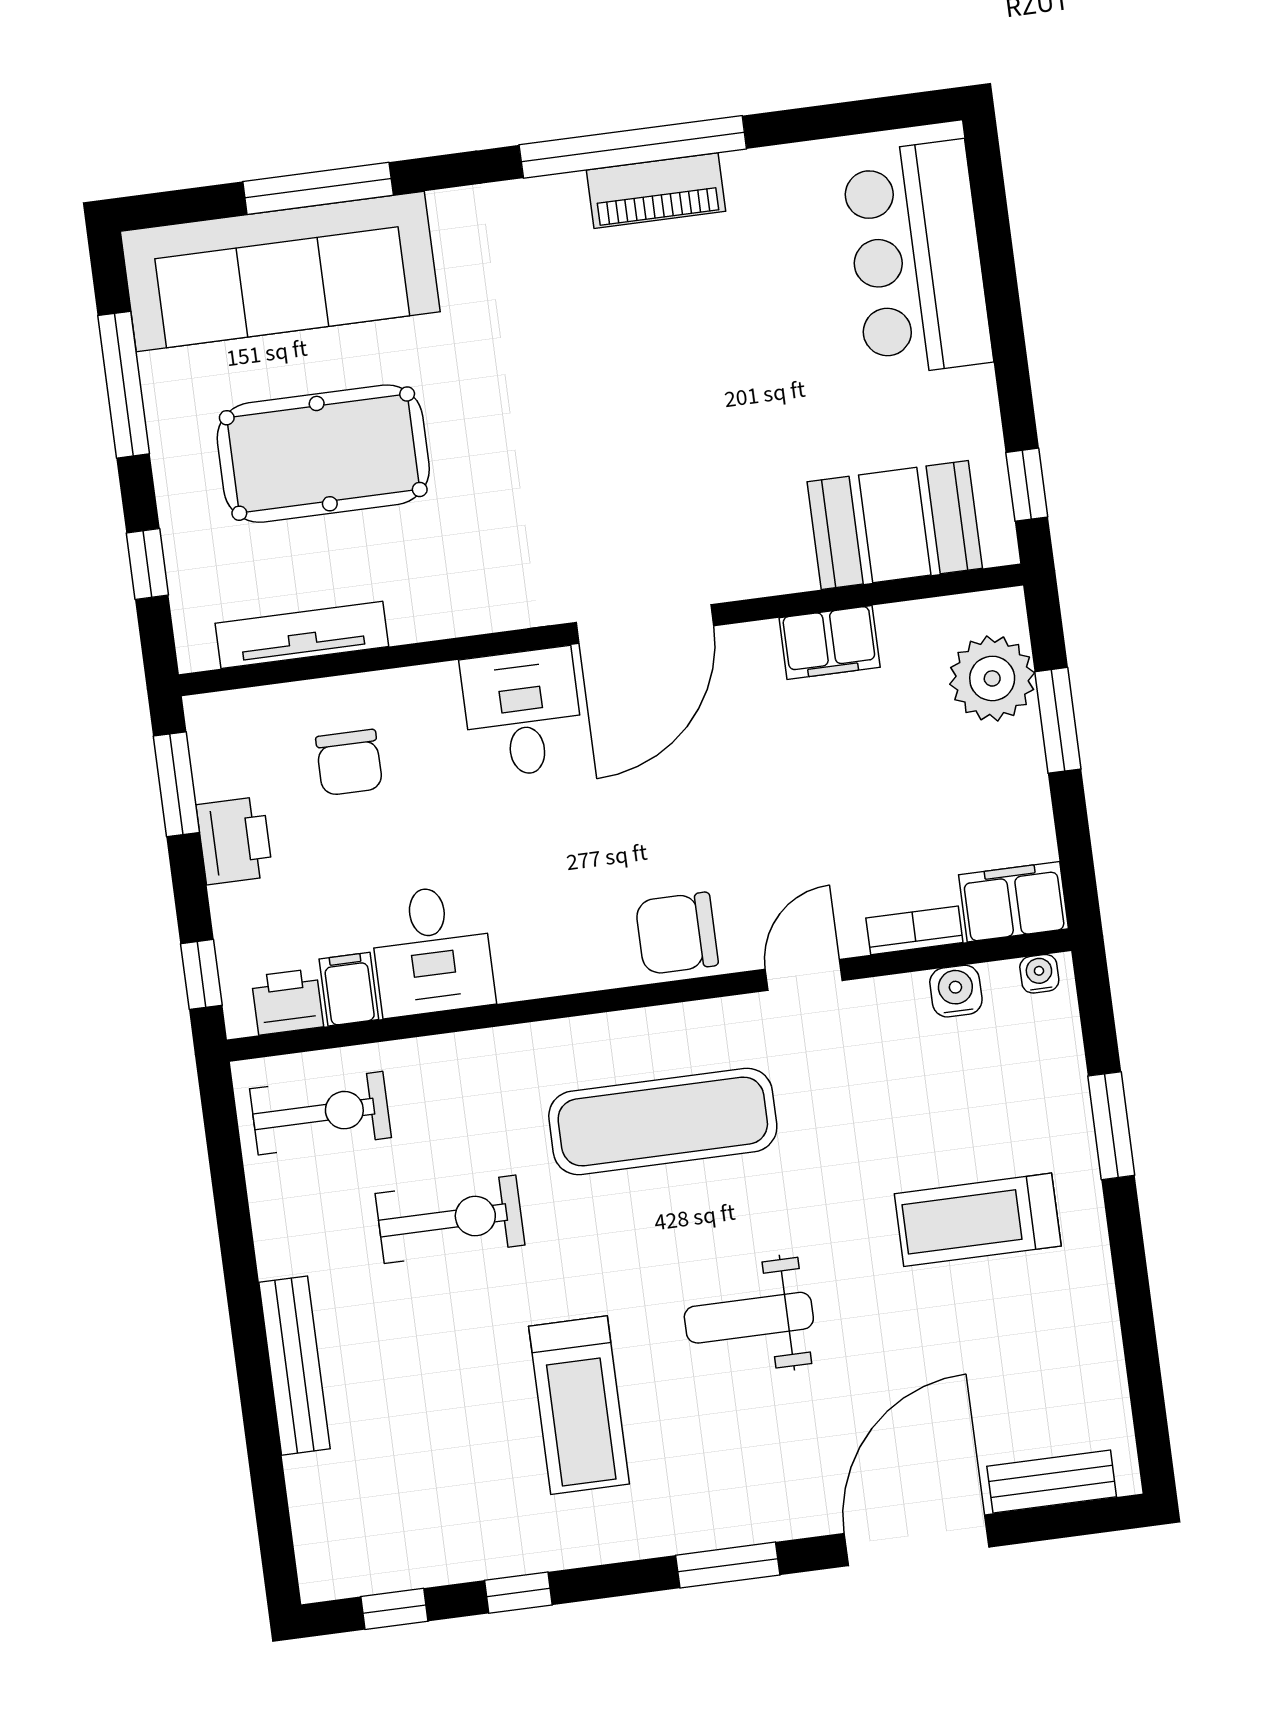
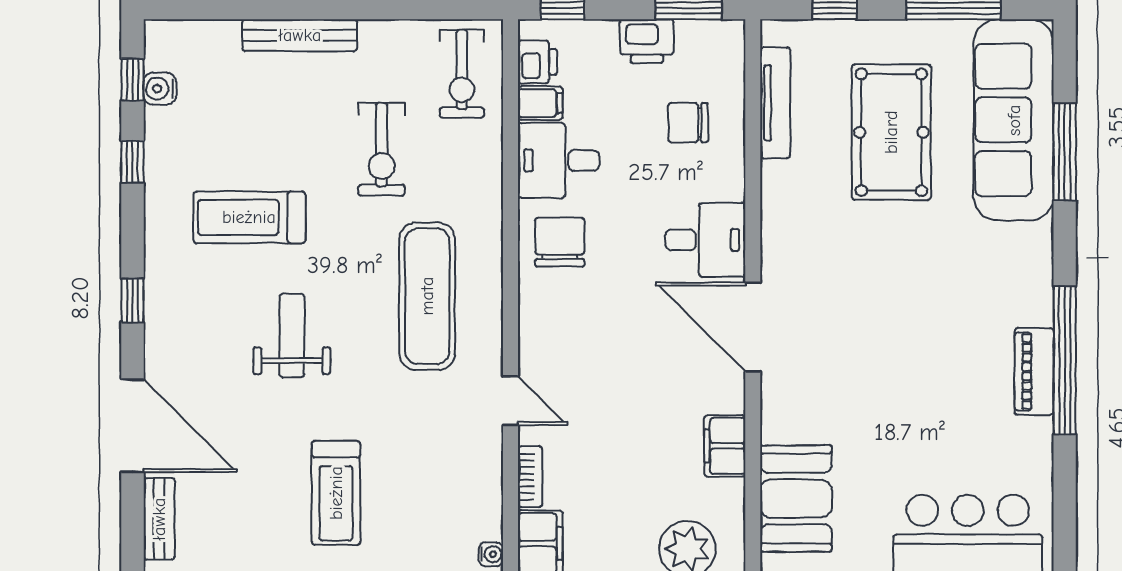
chair: (677, 933) -> (560, 242), moved
water cooler: (956, 991) -> (160, 89), moved, turned 180
treadmill: (978, 1220) -> (336, 493), turned 180
window: (728, 1565) -> (132, 300), width x0.67

